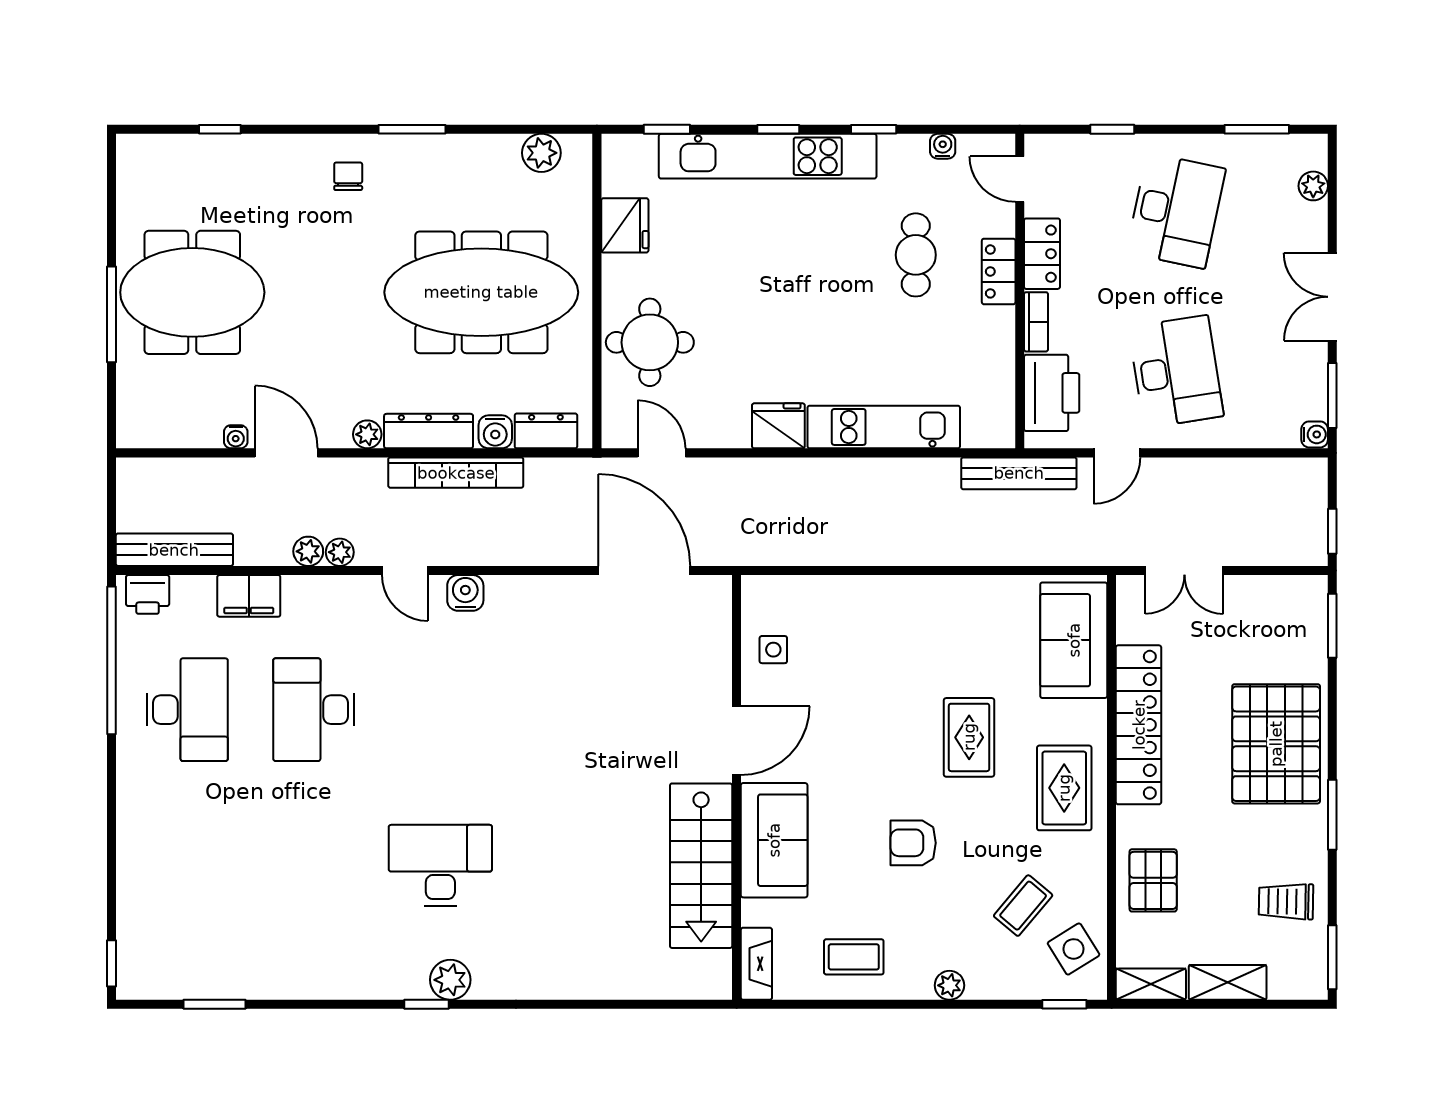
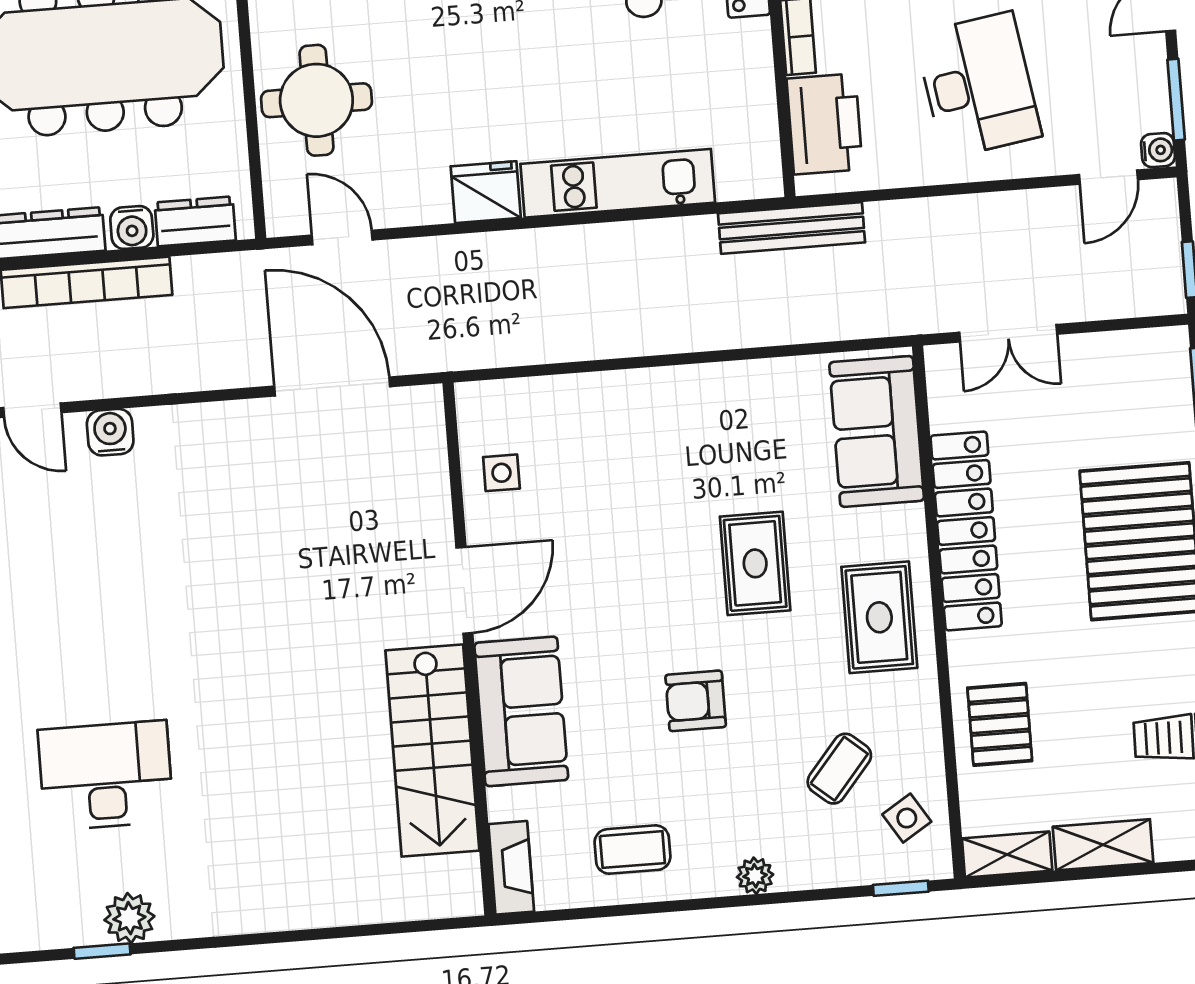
door: (1117, 453) -> (1108, 177), moved
side table: (1074, 949) -> (907, 818), width x0.73, depth x0.73

